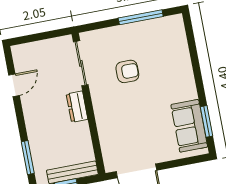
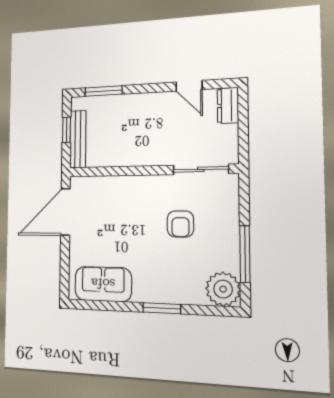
plant: (171, 29) -> (223, 289), added
dresser: (77, 107) -> (228, 105), moved, turned -90
window: (206, 121) -> (162, 308), moved

